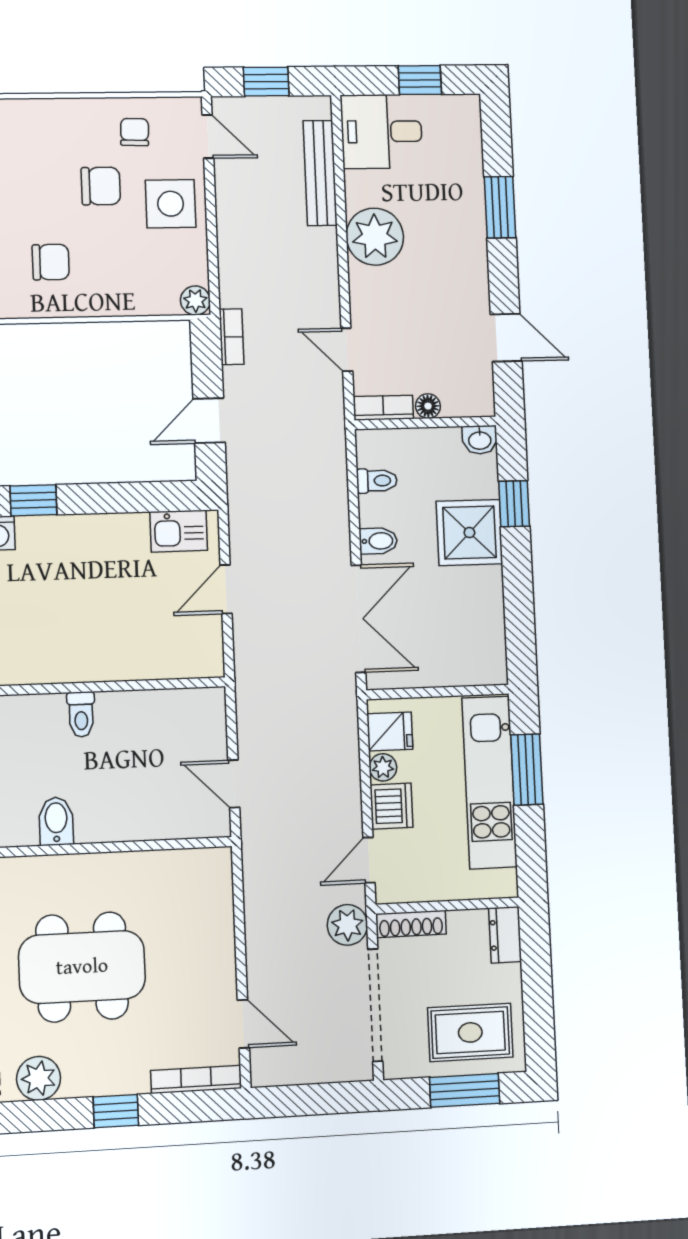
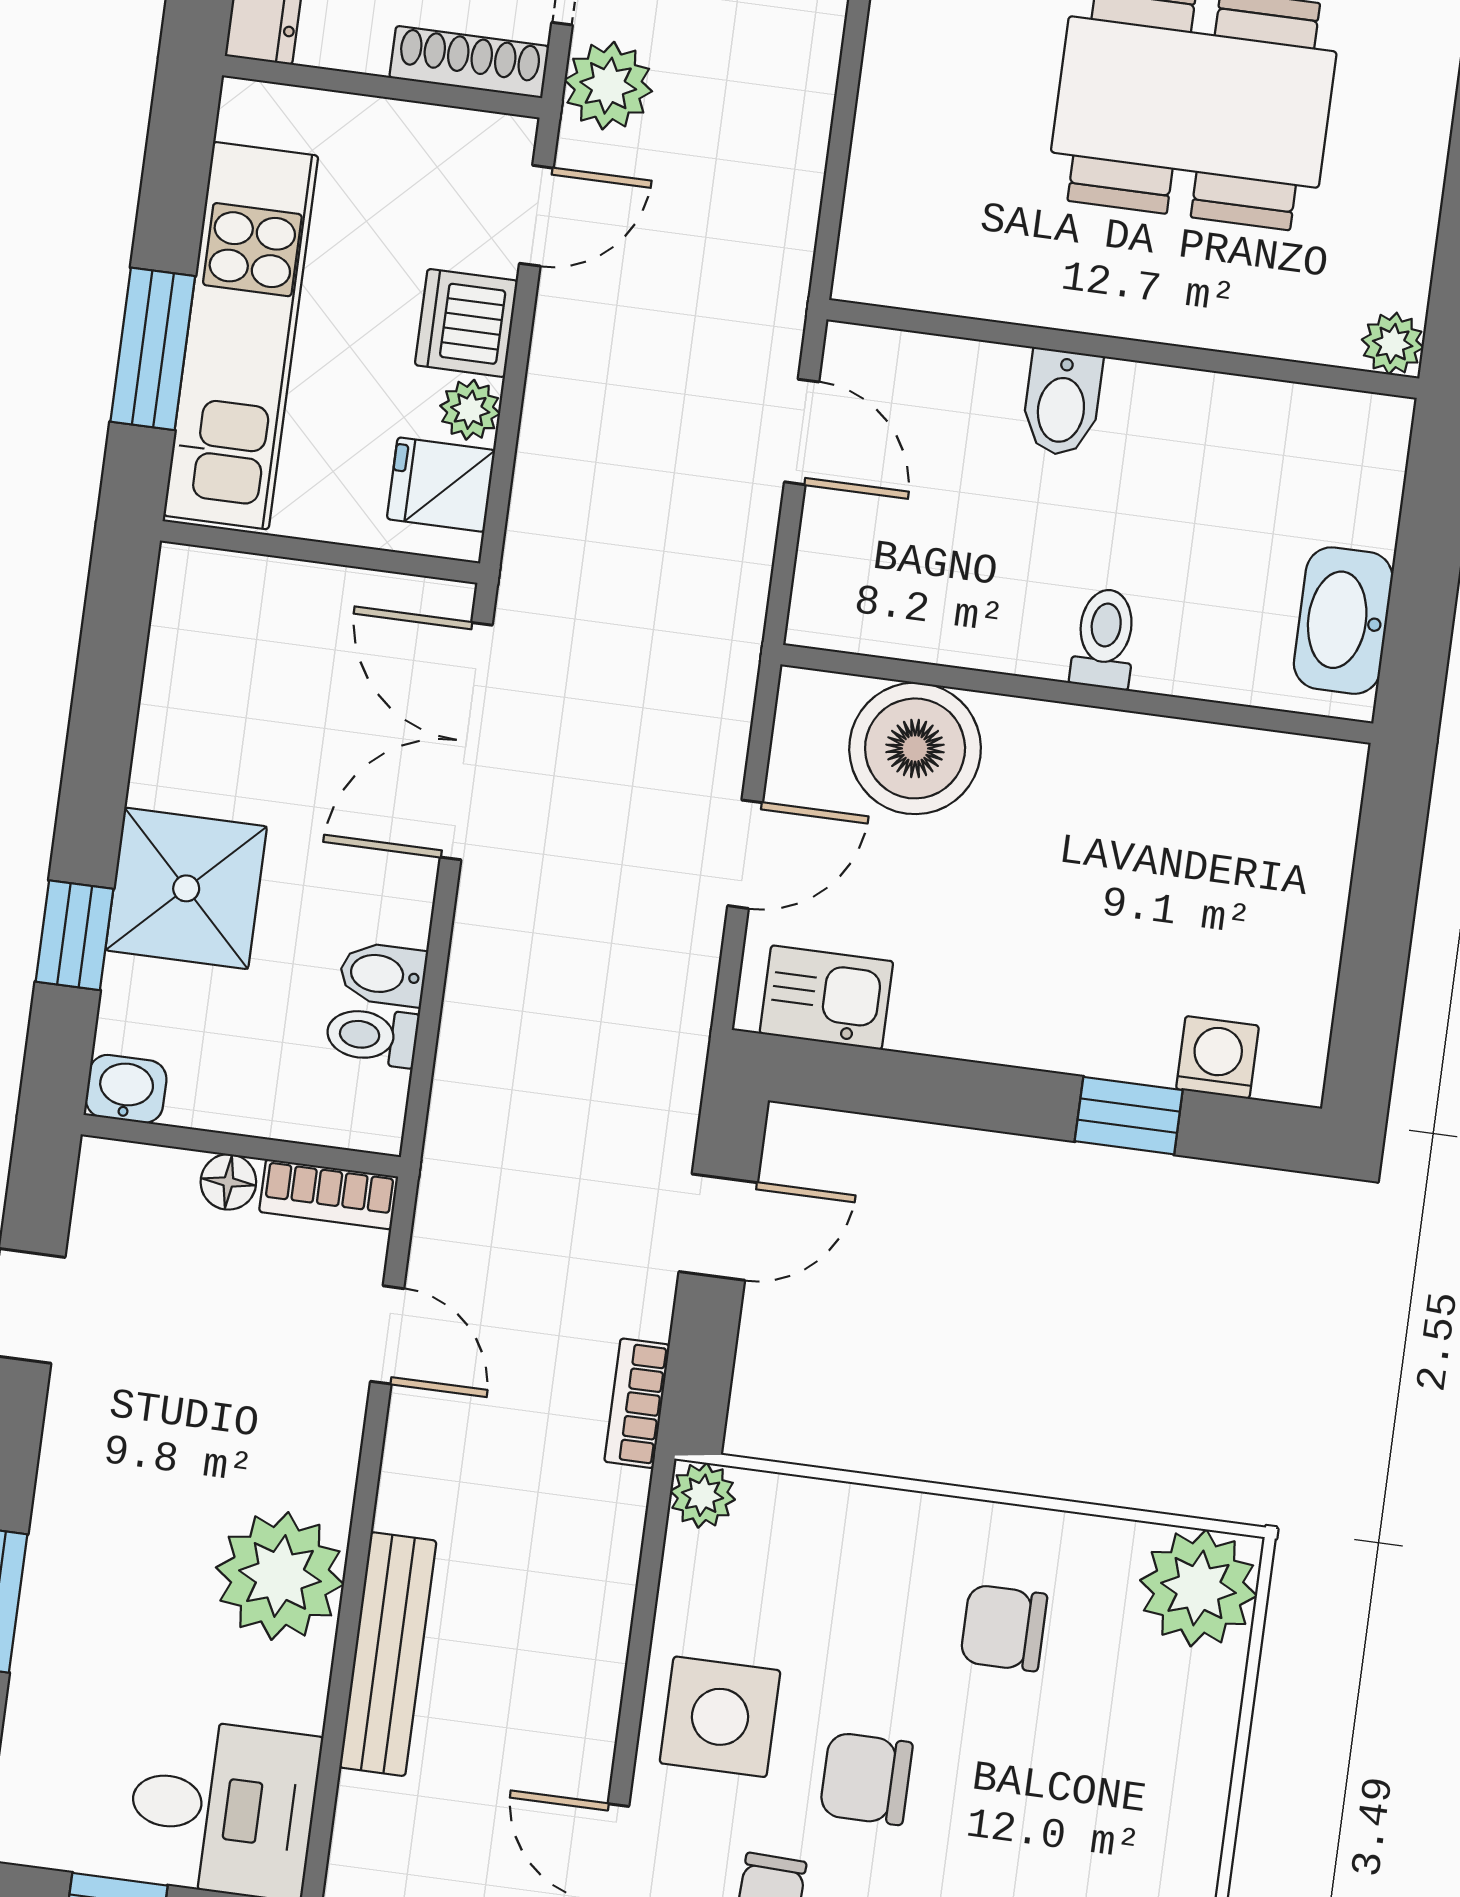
bench: (320, 173) -> (388, 1654), moved
bidet: (378, 541) -> (383, 974), moved
boiler: (158, 650) -> (915, 748), added
bidet: (56, 821) -> (1062, 403), moved

